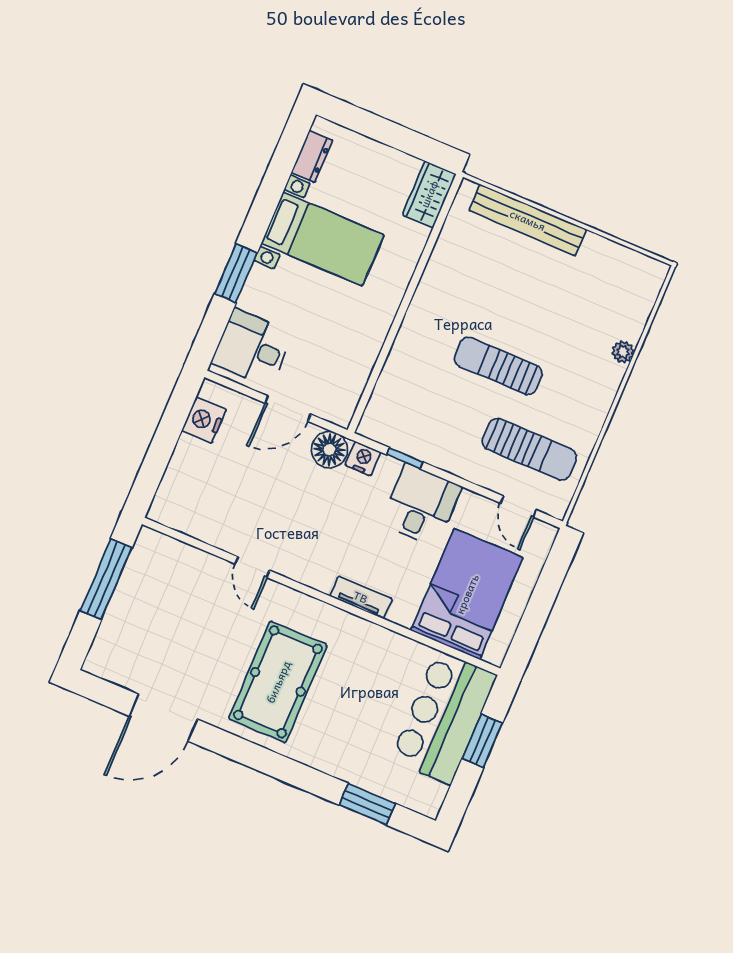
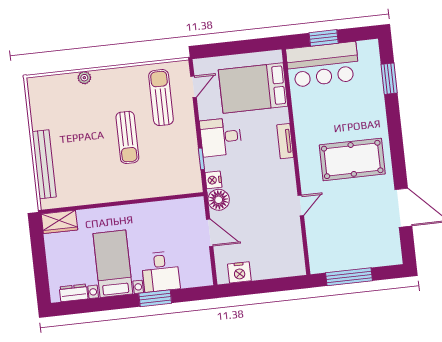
desk: (252, 348) -> (161, 272), moved

